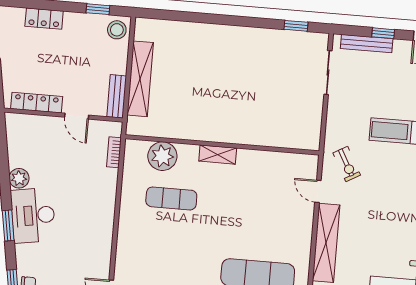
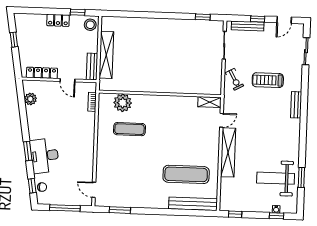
locker: (44, 19) -> (58, 20), moved
shelving: (218, 155) -> (209, 102), moved
exercise bike: (347, 164) -> (234, 79), moved
plant: (19, 178) -> (30, 99), moved
door: (318, 191) -> (221, 120), swing flipped
desk: (33, 215) -> (45, 156), moved

